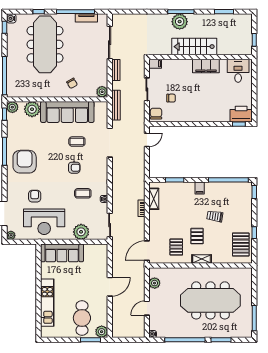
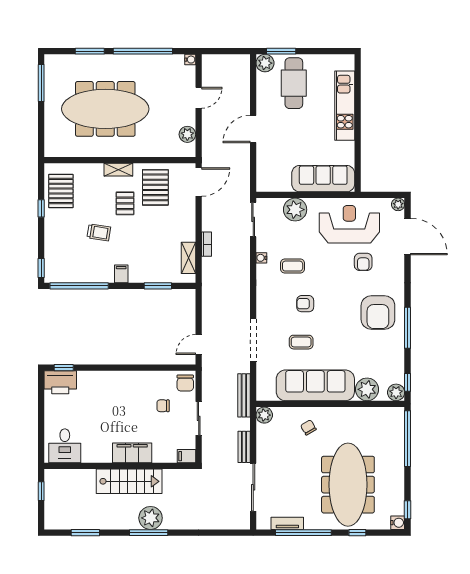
filing cabinet: (206, 66) -> (132, 453), moved
pallet: (176, 247) -> (155, 187), width x1.50, depth x1.42

